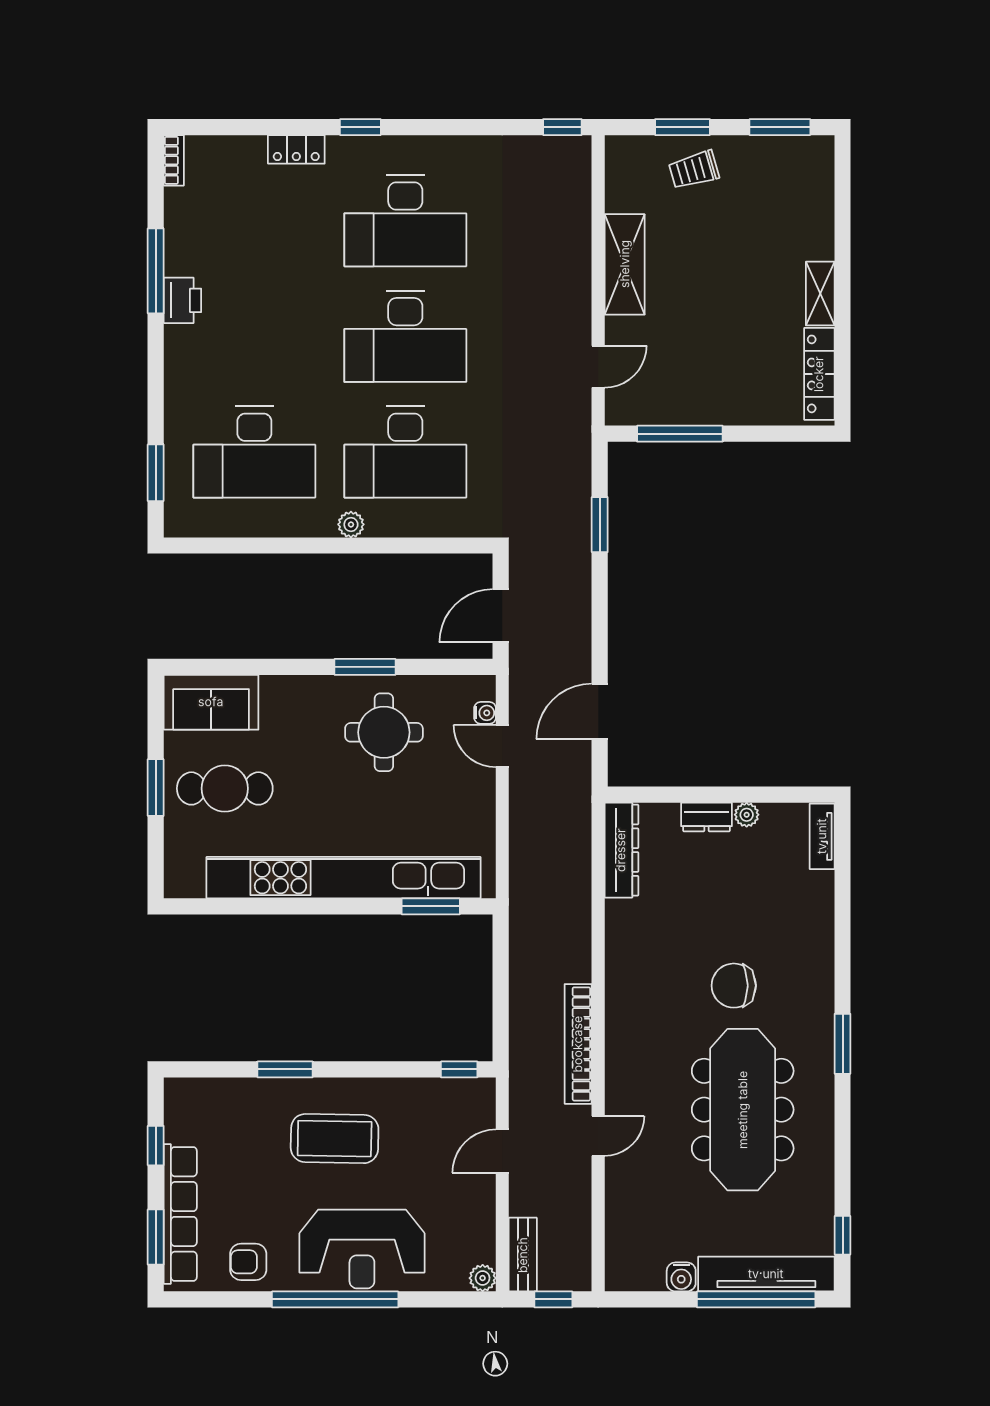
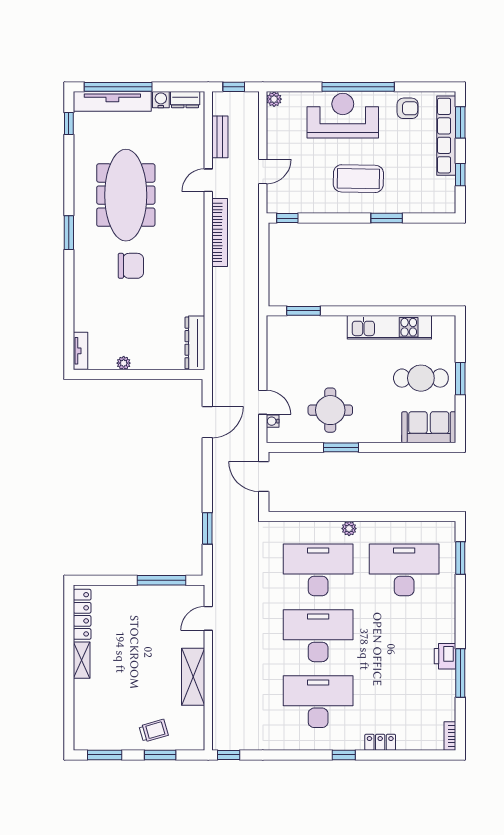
door: (501, 616) -> (264, 476), swing flipped
dresser: (706, 817) -> (185, 100), moved, turned 180
kitchen unit: (343, 878) -> (389, 327), width x0.54
bench: (523, 1255) -> (220, 137), moved

